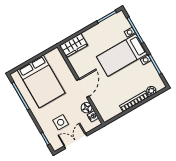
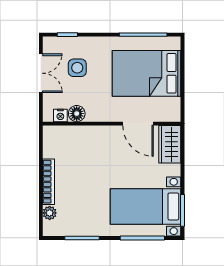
bed with nightstands: (122, 55) -> (146, 206), moved, turned -90
door: (83, 88) -> (138, 124), moved

